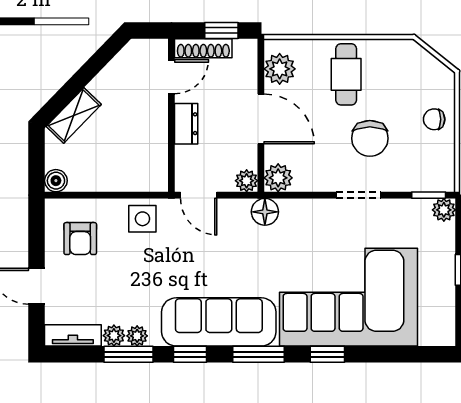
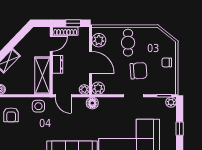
chair: (370, 138) -> (138, 71), turned -94
shelving: (151, 149) -> (42, 76), added

